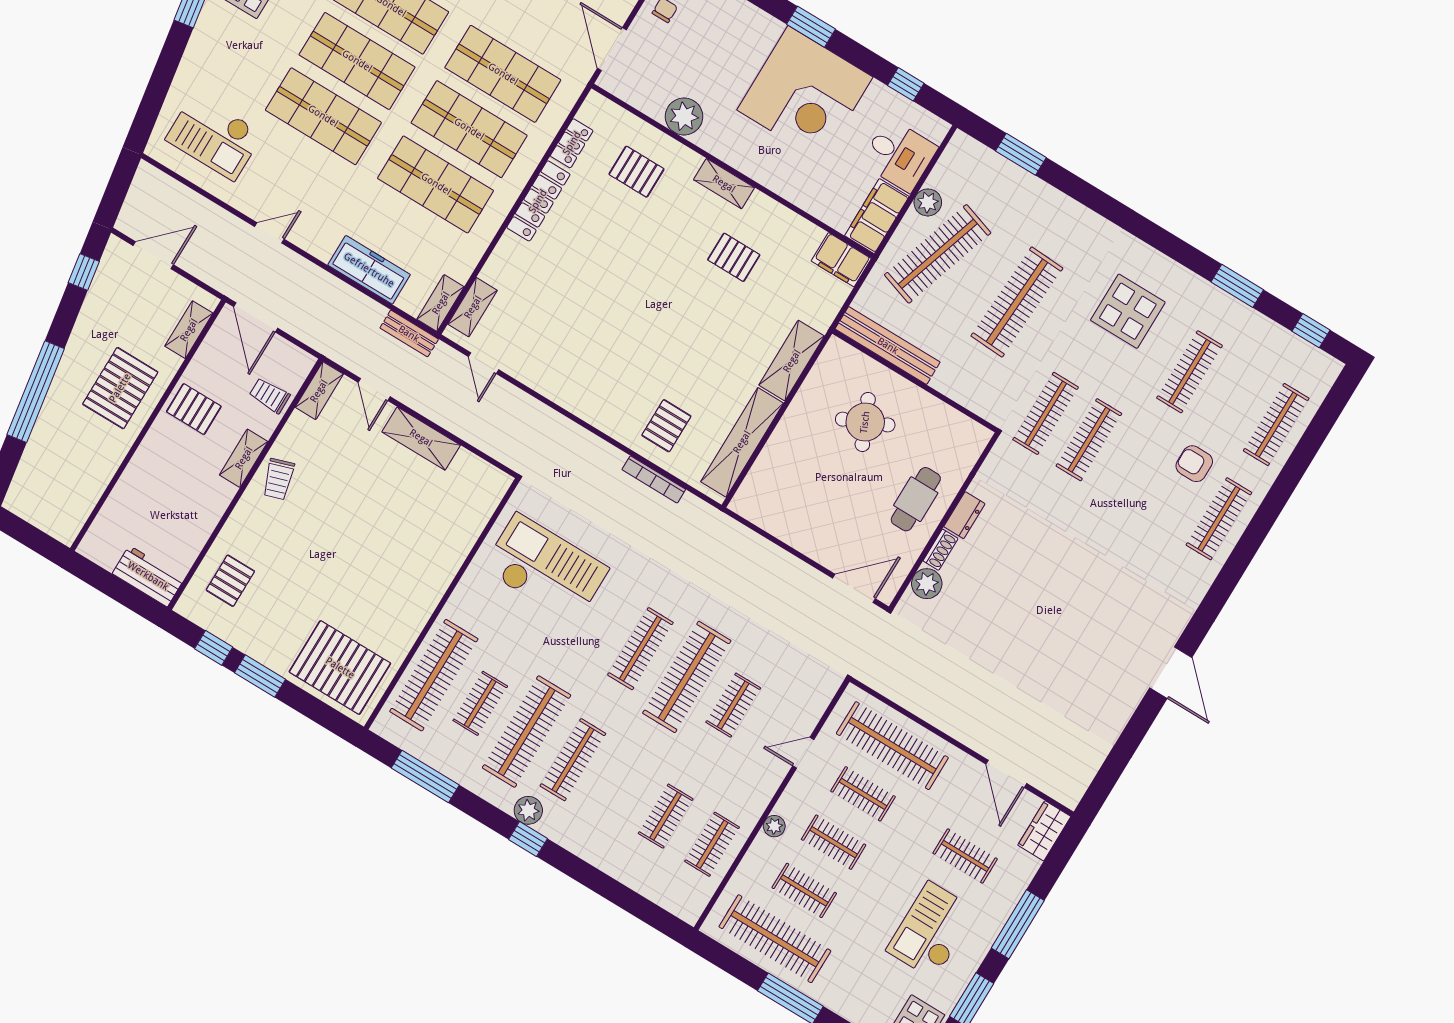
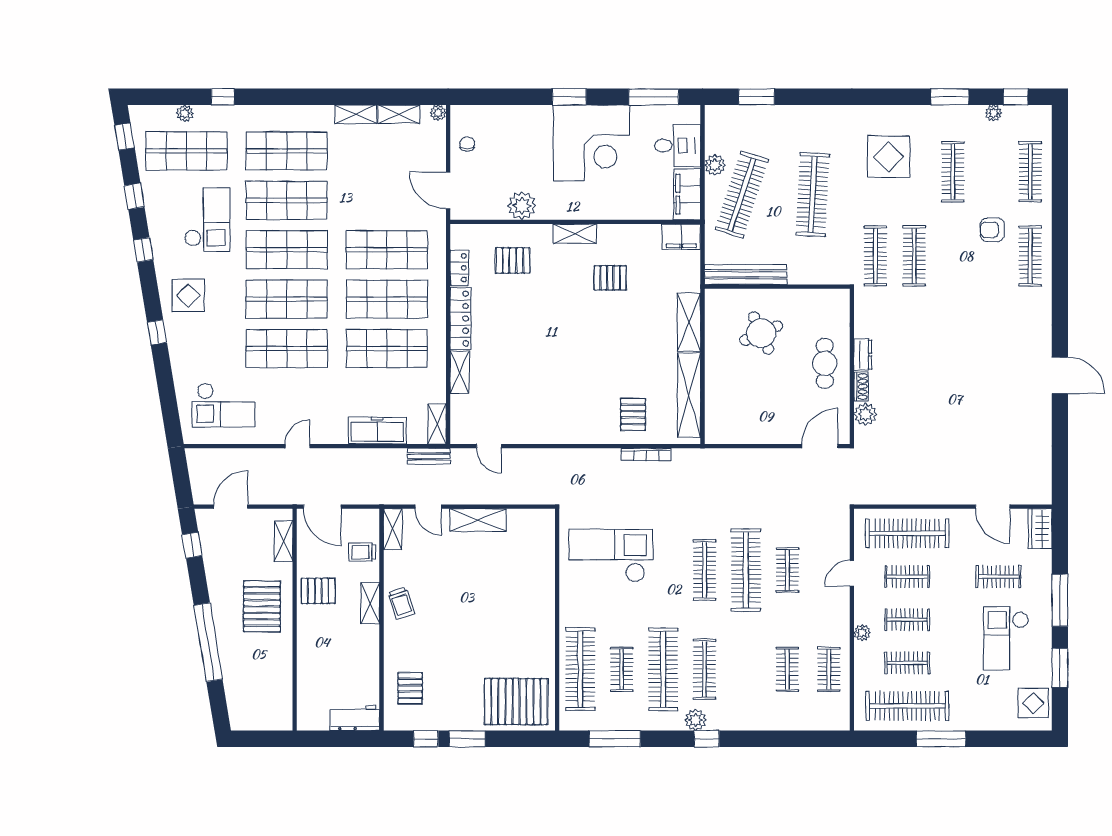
window: (906, 84) -> (654, 97), width x2.17
shelving: (473, 307) -> (460, 372), moved
plant: (1275, 334) -> (994, 113), added

